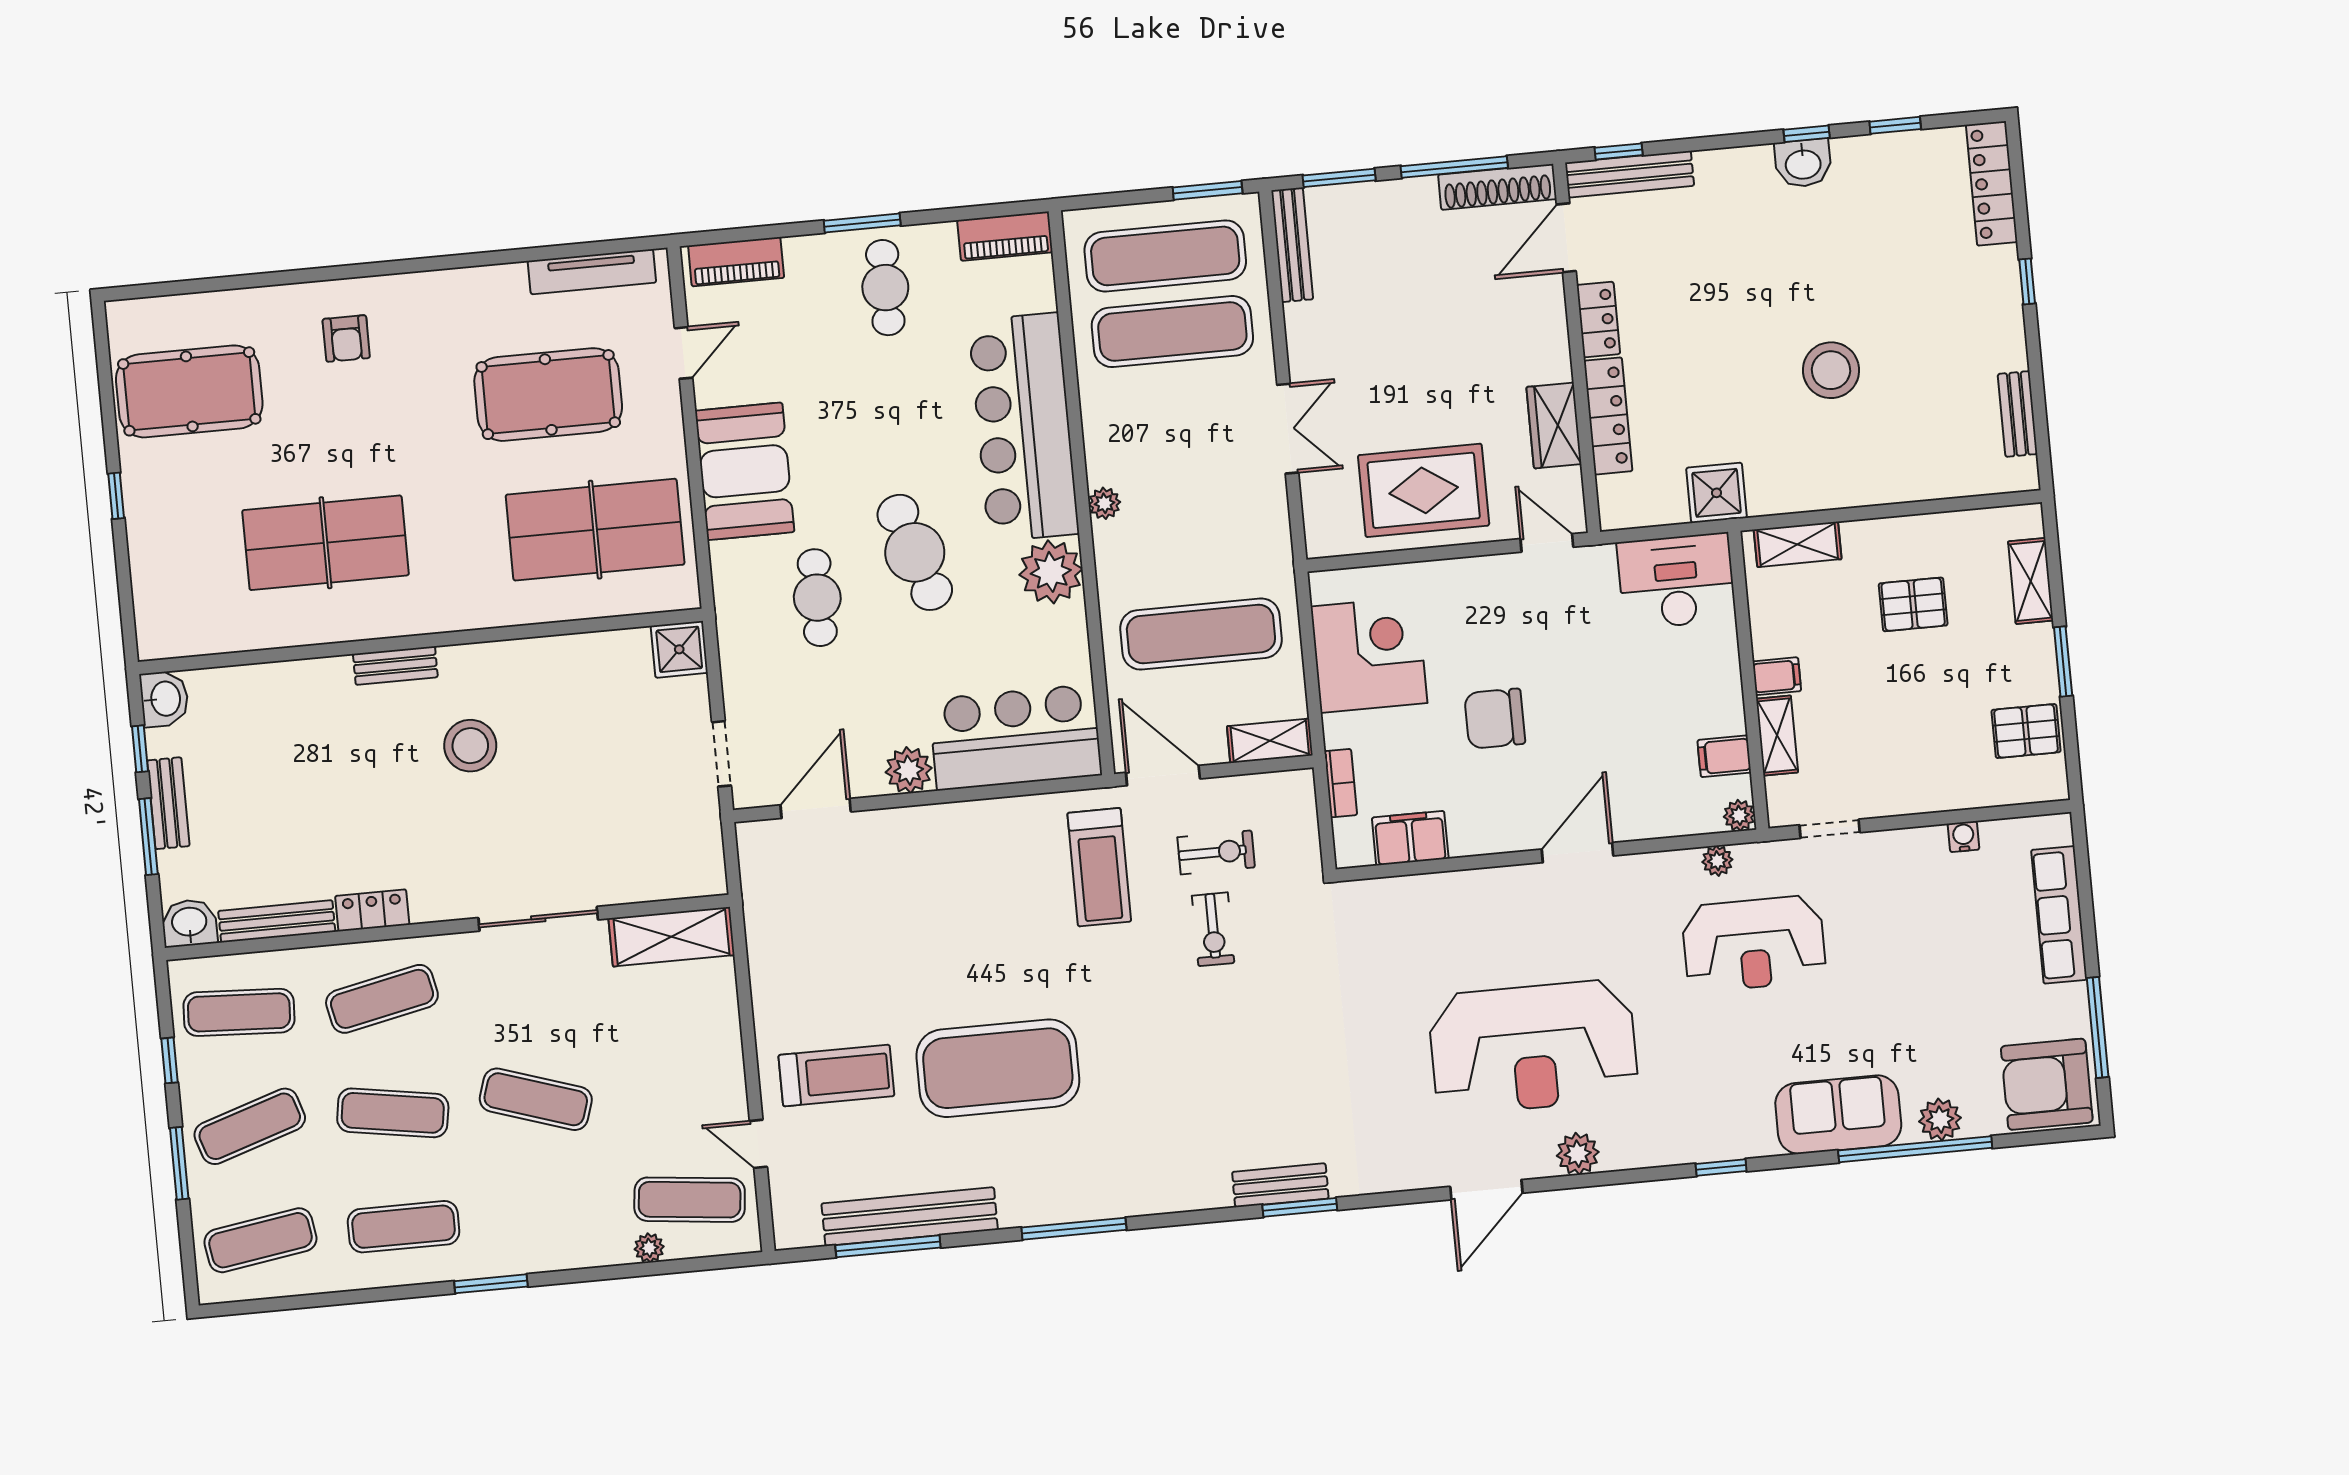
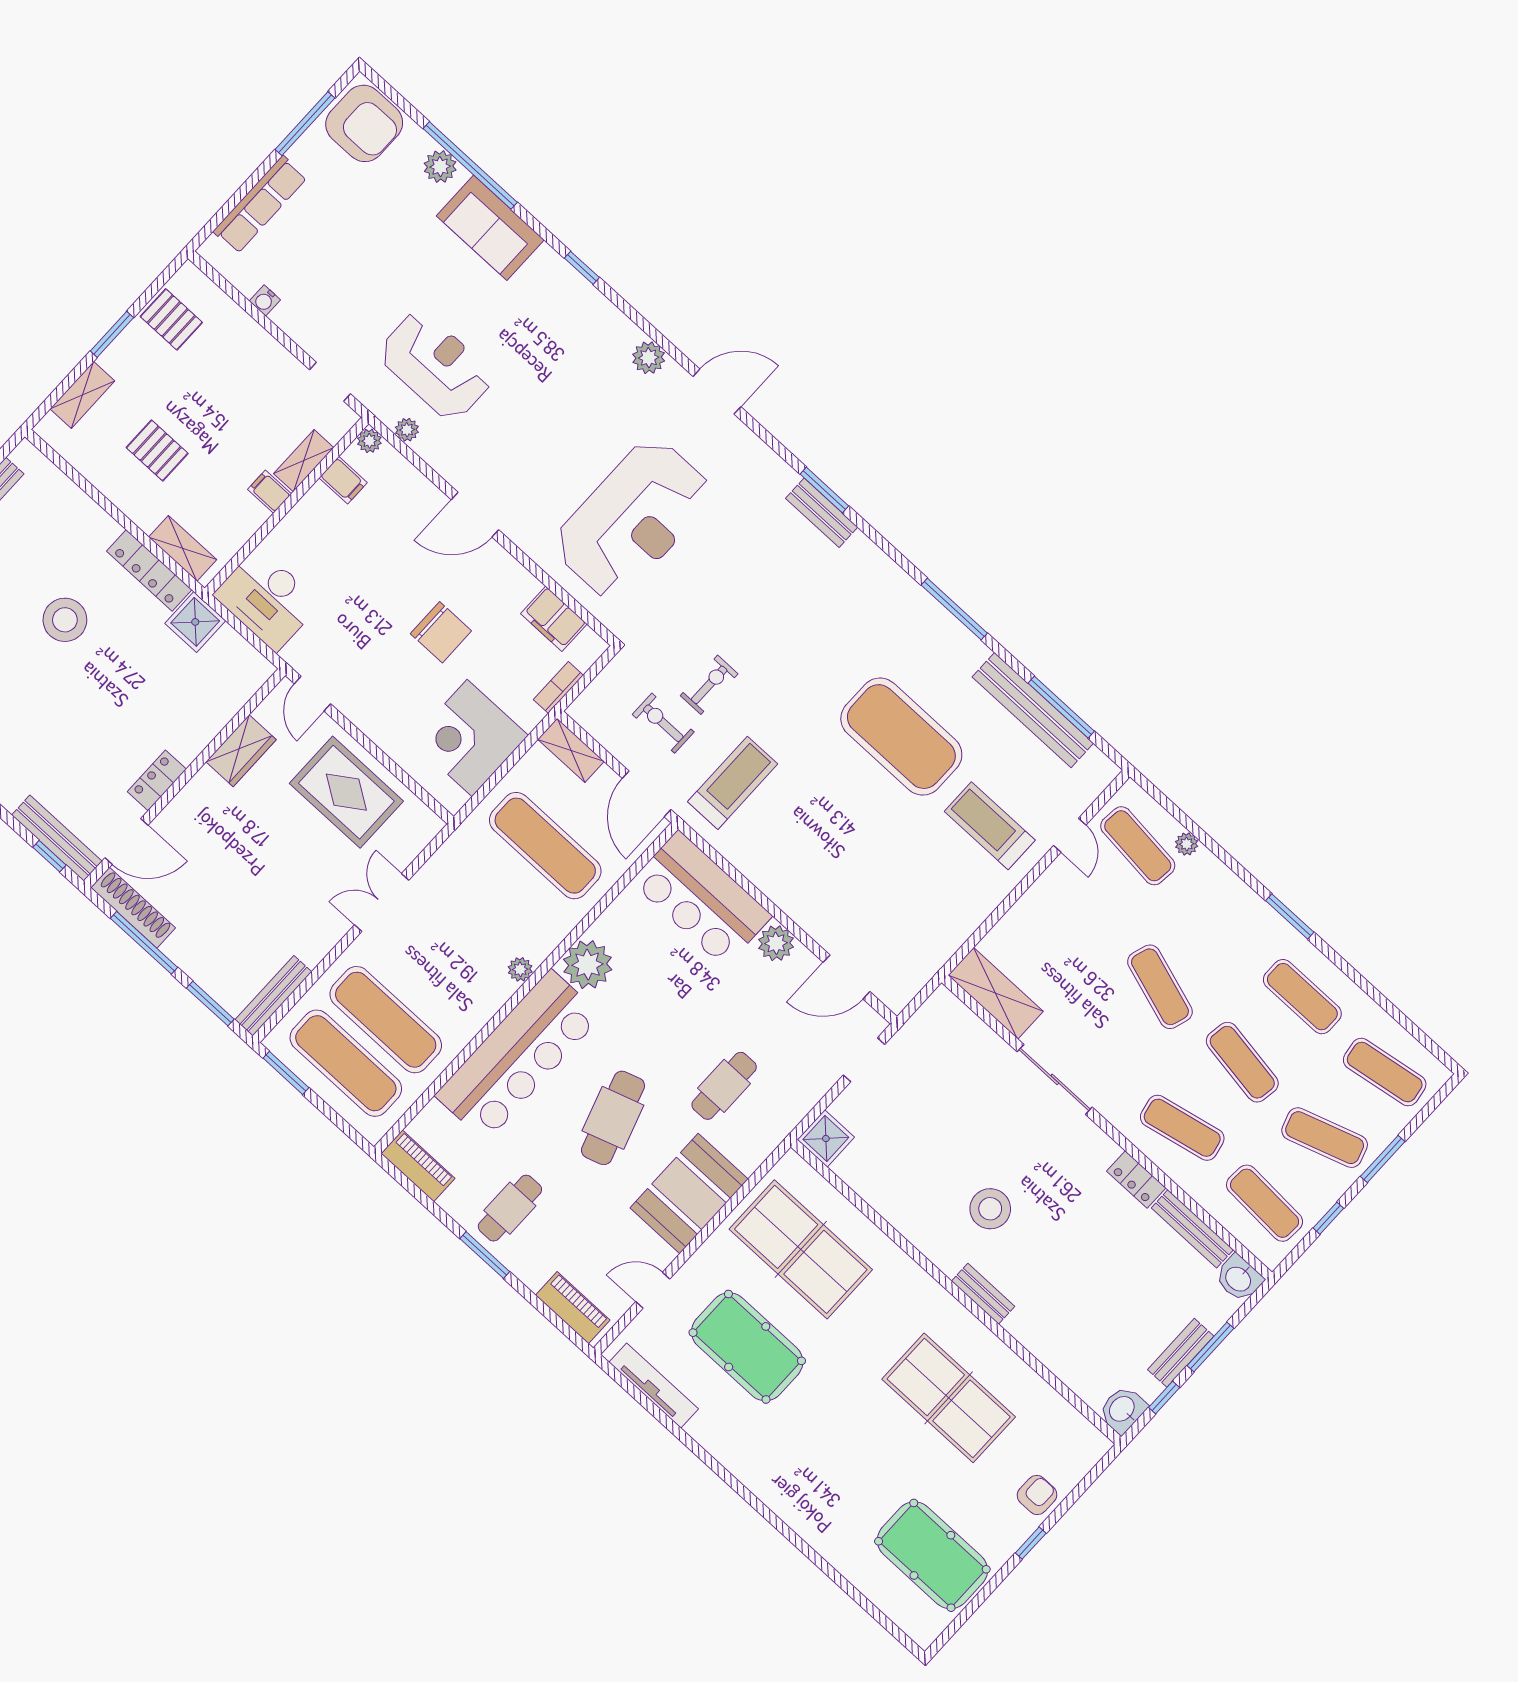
armchair: (346, 338) -> (1037, 1495), moved
locker: (1608, 416) -> (149, 570), moved, turned -90
cafe table: (915, 552) -> (613, 1118), moved
reception desk: (1533, 1047) -> (633, 519), moved, turned 90

